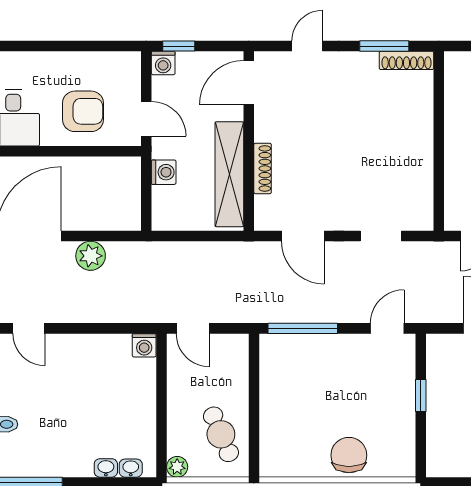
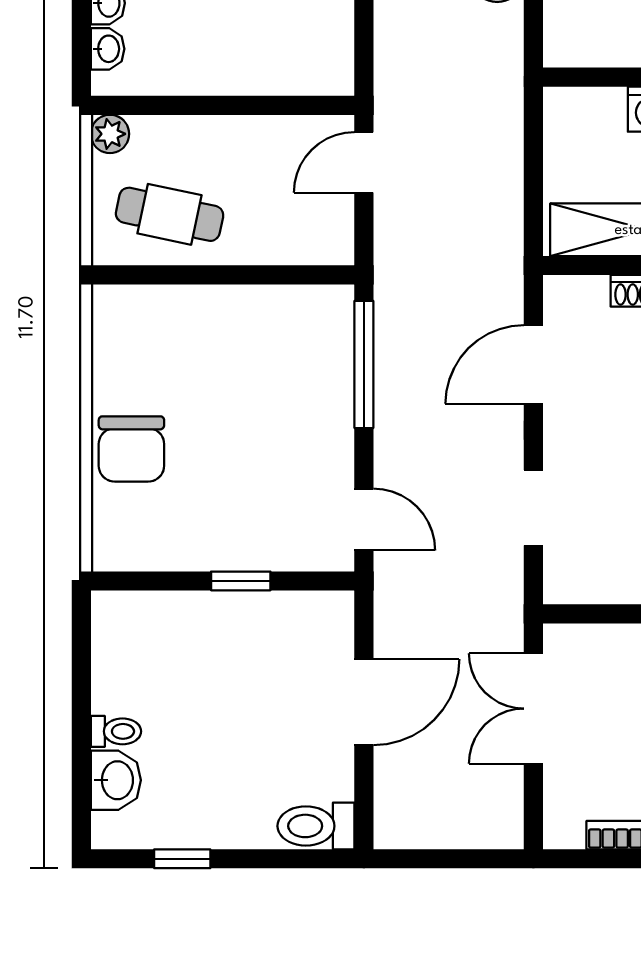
washing machine: (144, 345) -> (333, 74), removed
cafe table: (221, 434) -> (170, 214), turned 35
chair: (349, 455) -> (131, 449), turned 90

